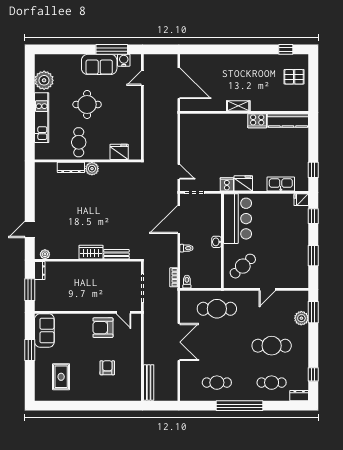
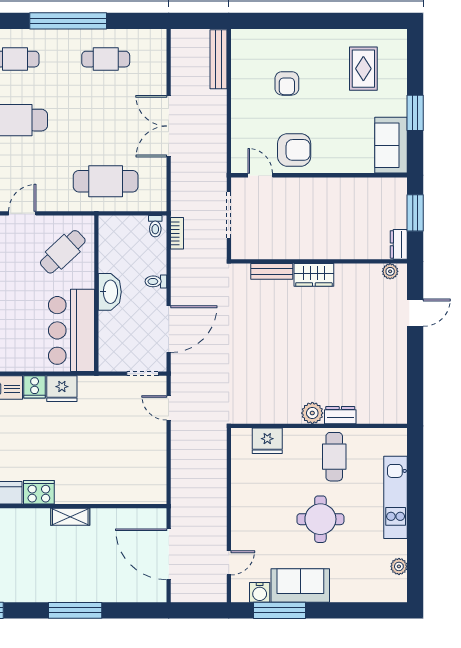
window: (235, 49) -> (75, 610), added
plant: (44, 80) -> (399, 566), width x0.53, depth x0.53
dresser: (71, 167) -> (340, 415), width x0.70
cooker: (227, 184) -> (35, 387), moved
washbasin: (216, 242) -> (110, 292), width x1.91, depth x1.45

